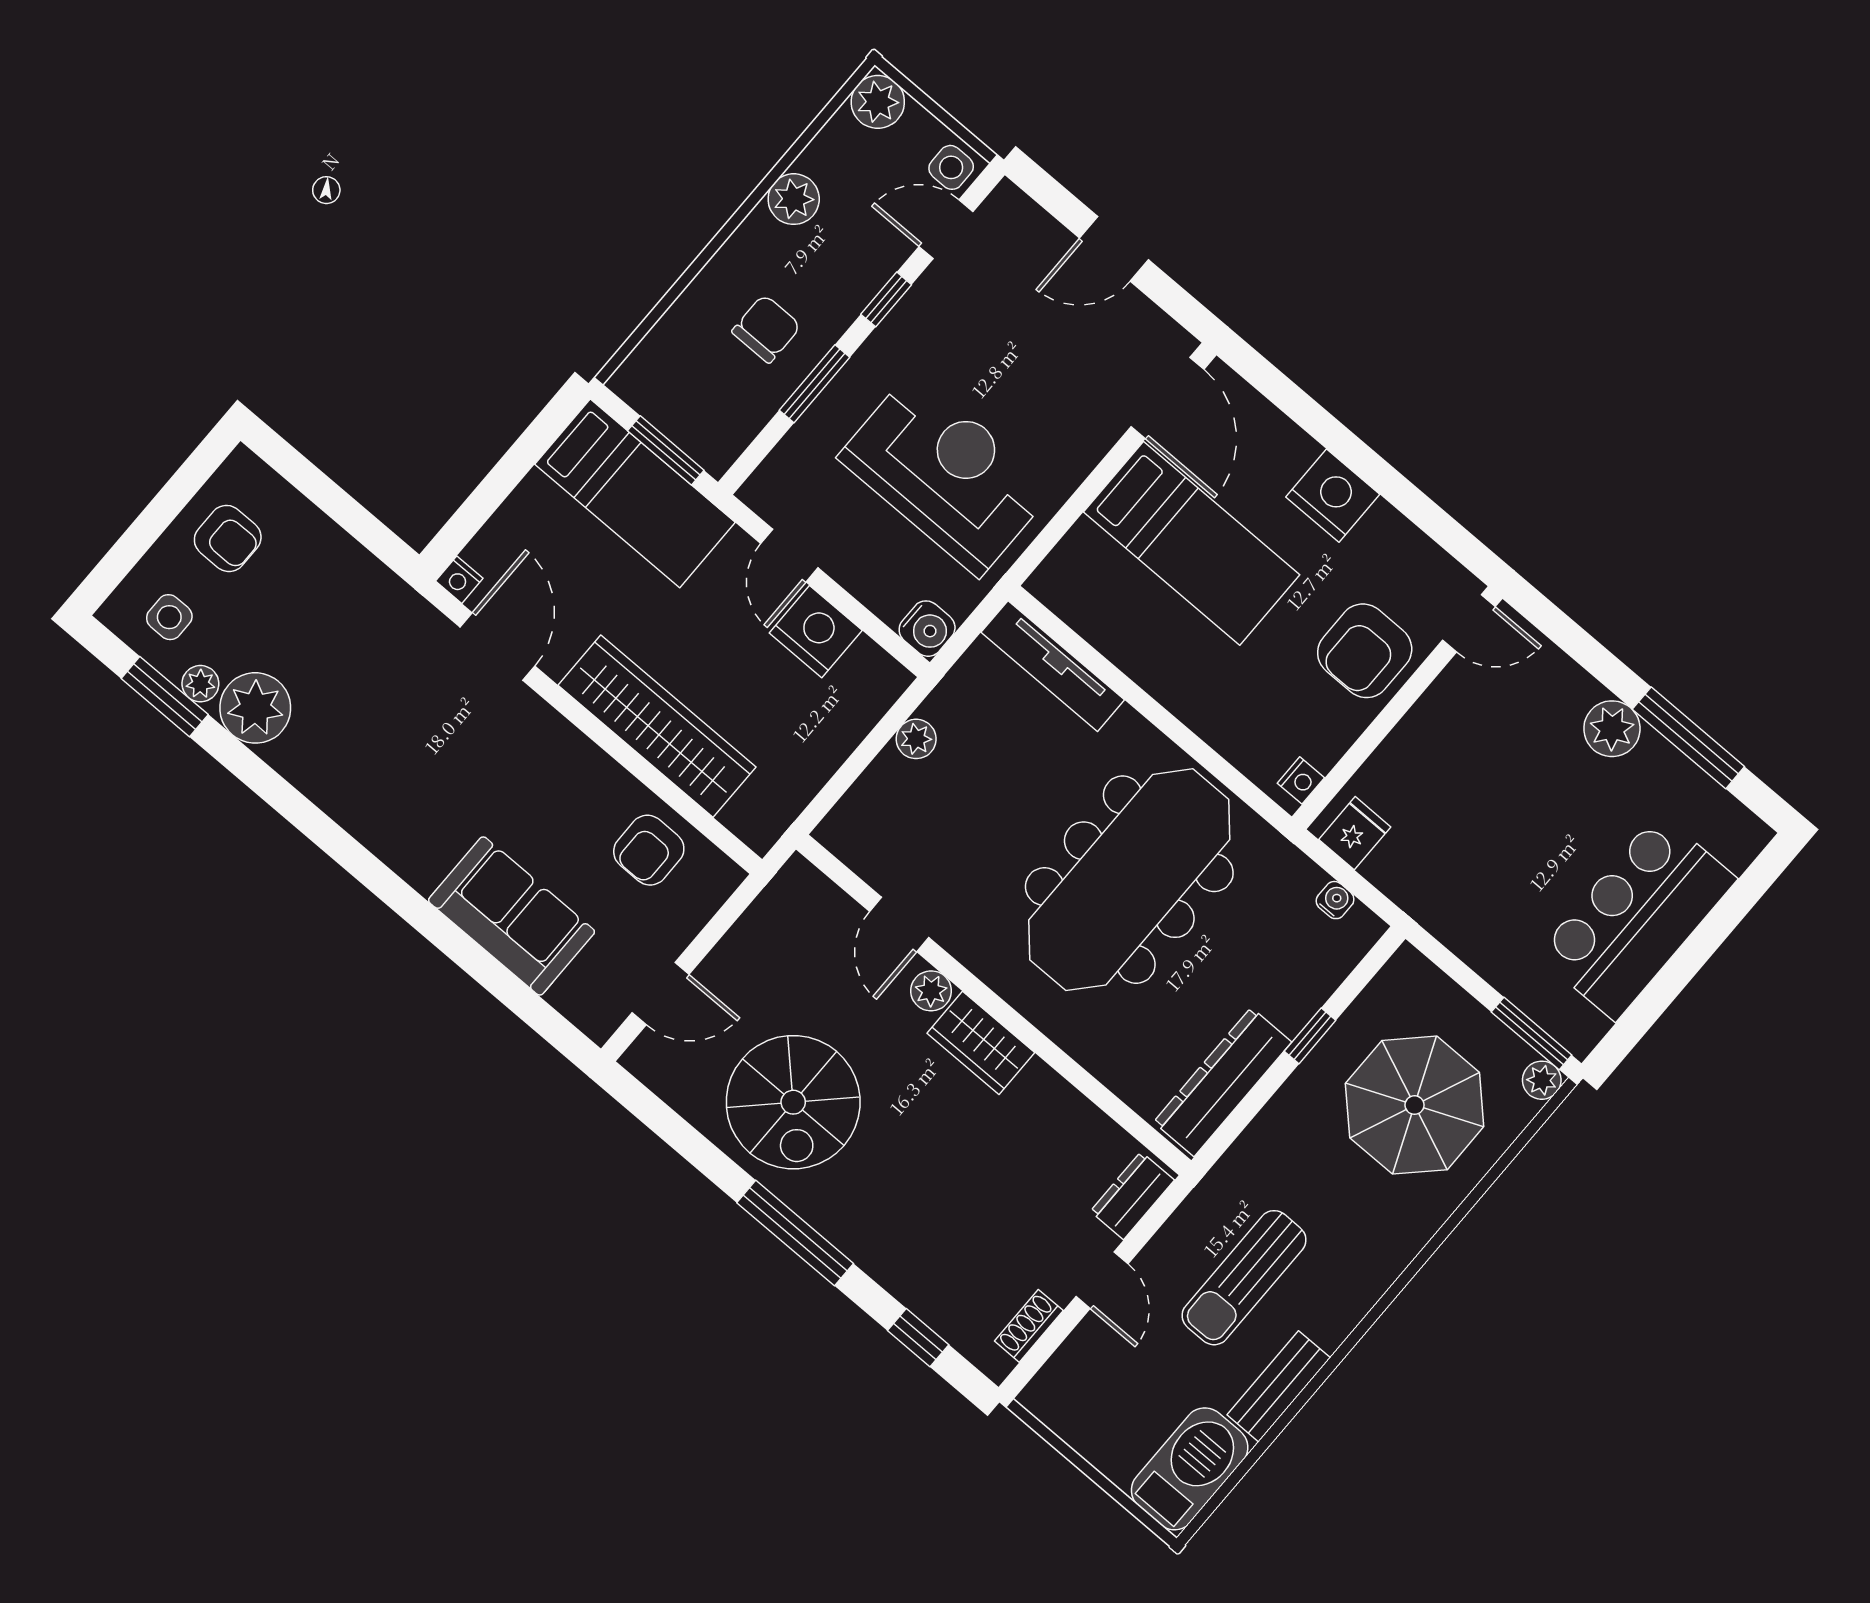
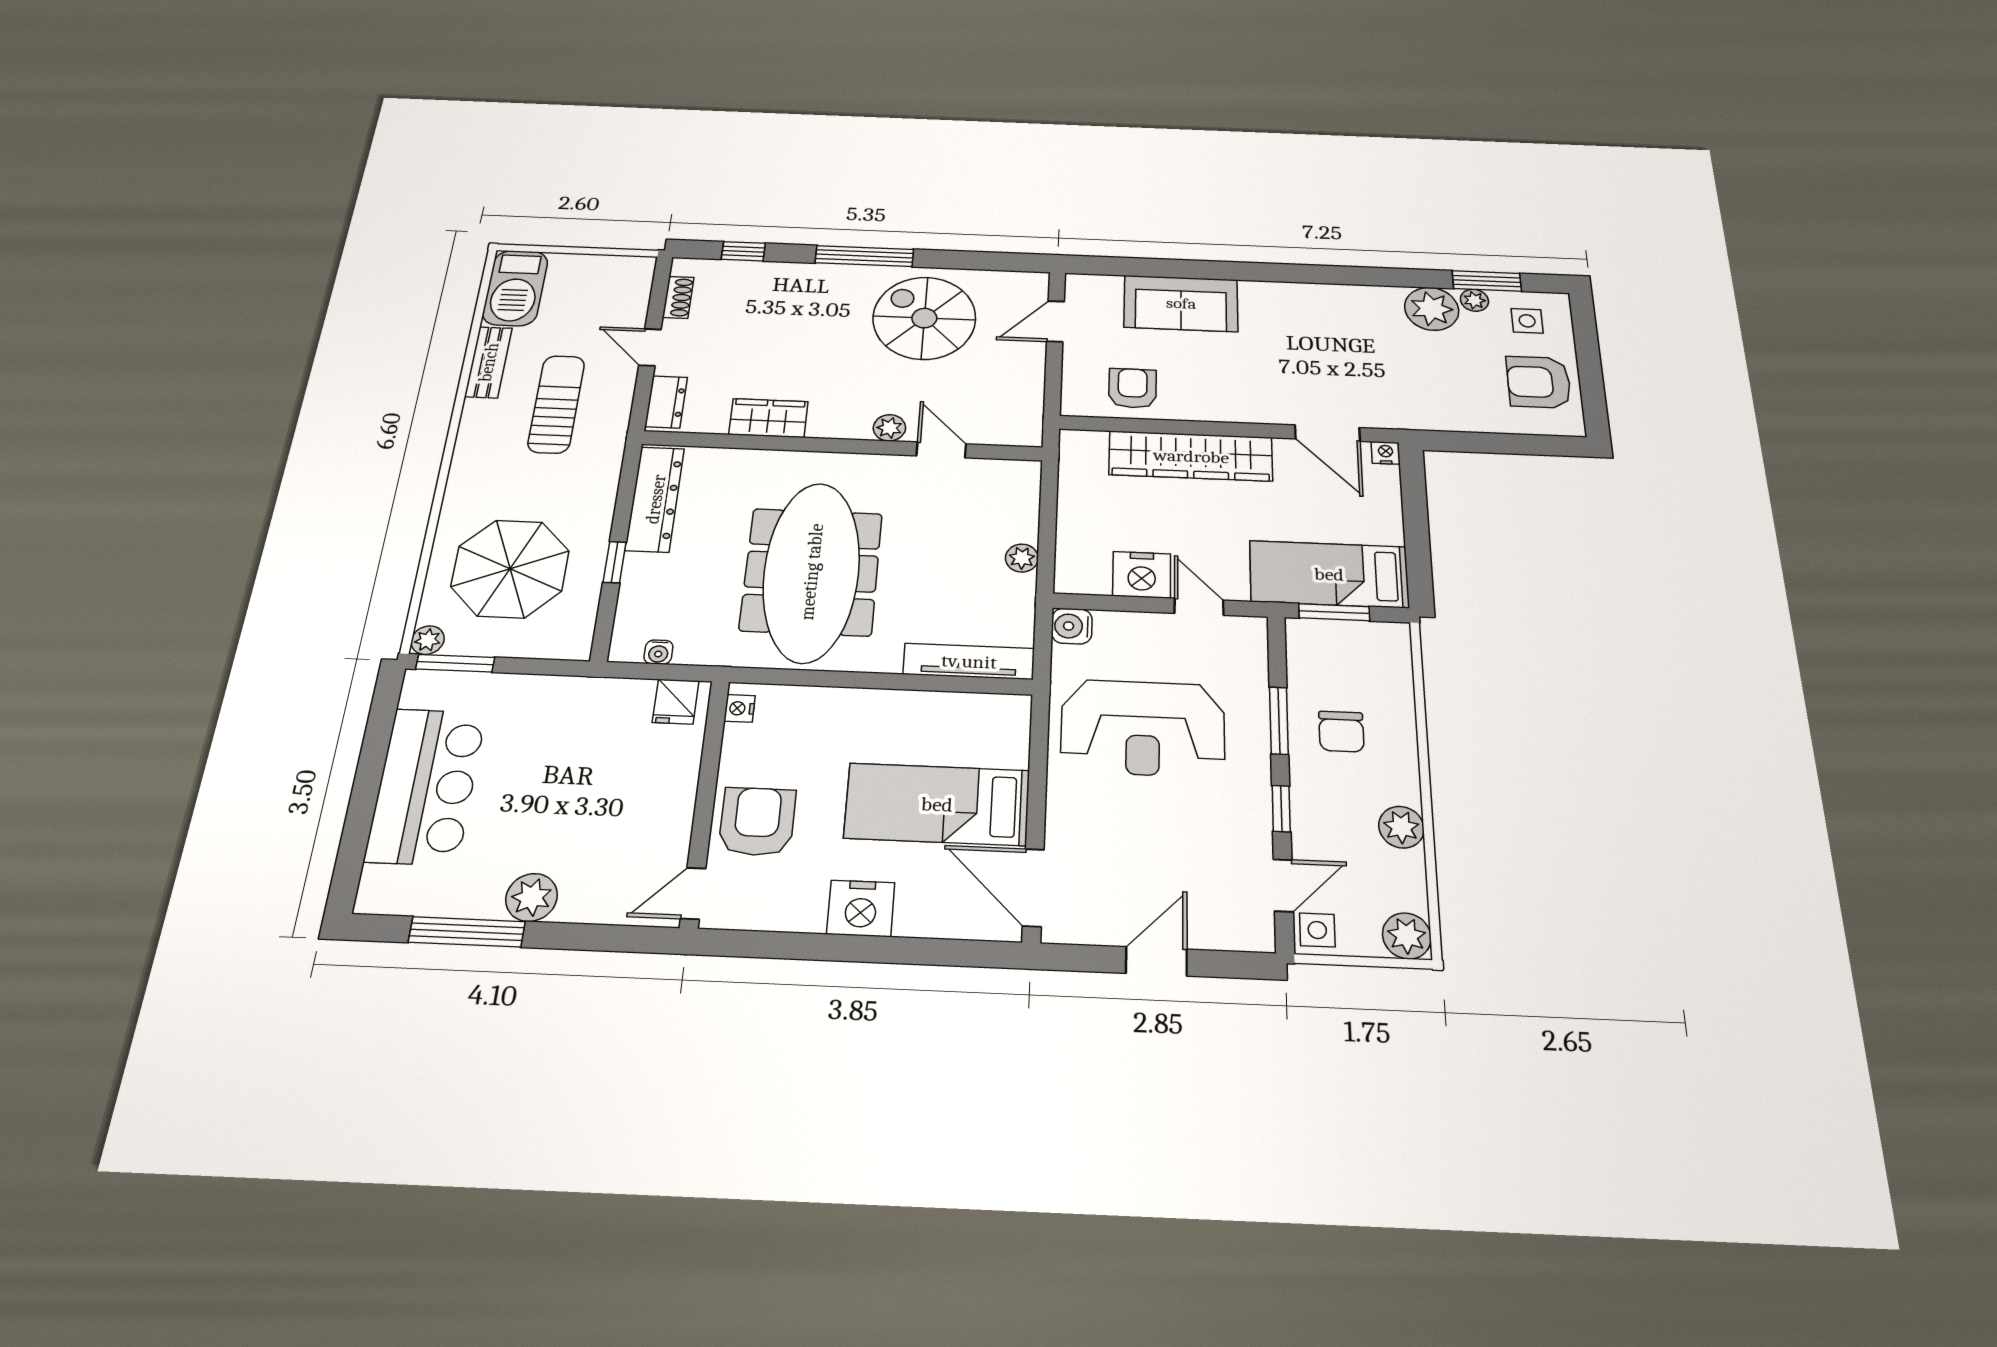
armchair: (228, 538) -> (1539, 382), width x1.38, depth x1.38
wardrobe: (981, 1043) -> (768, 418), moved

